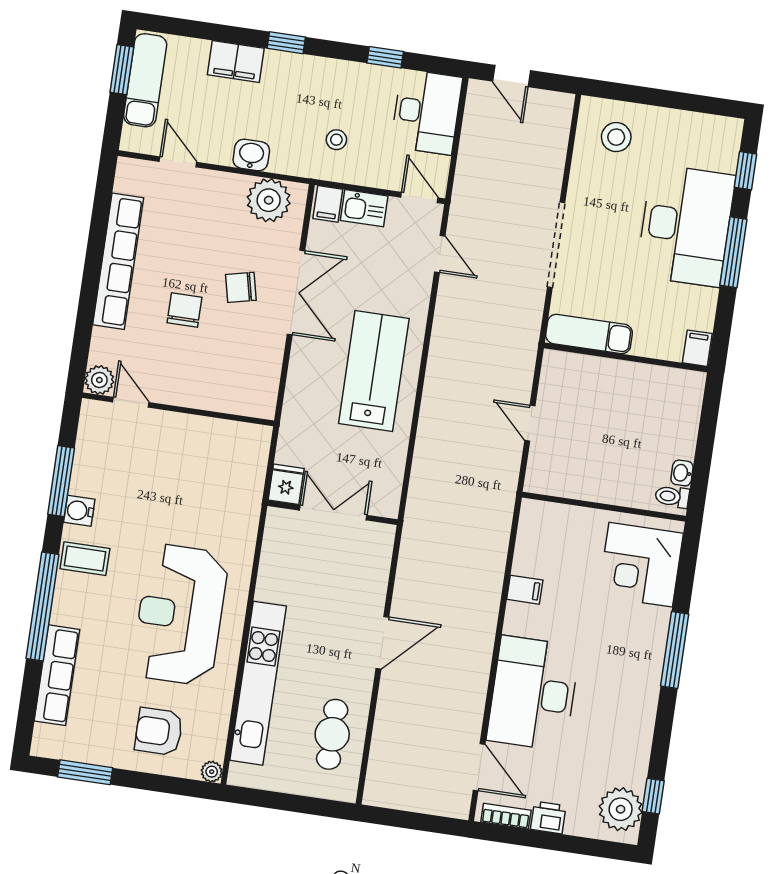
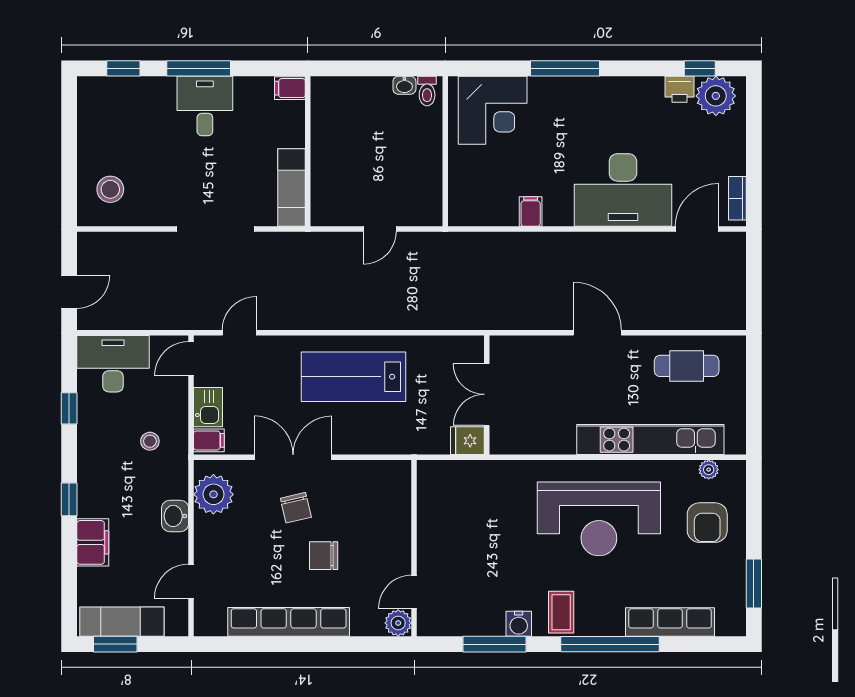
desk: (686, 225) -> (205, 106), width x0.53, depth x0.77
plant: (212, 772) -> (709, 470), moved
printer: (548, 818) -> (679, 89), moved, turned -90

